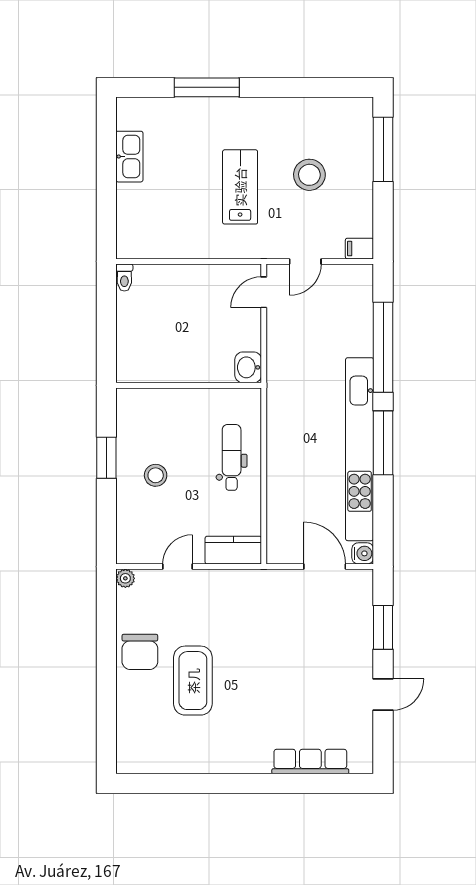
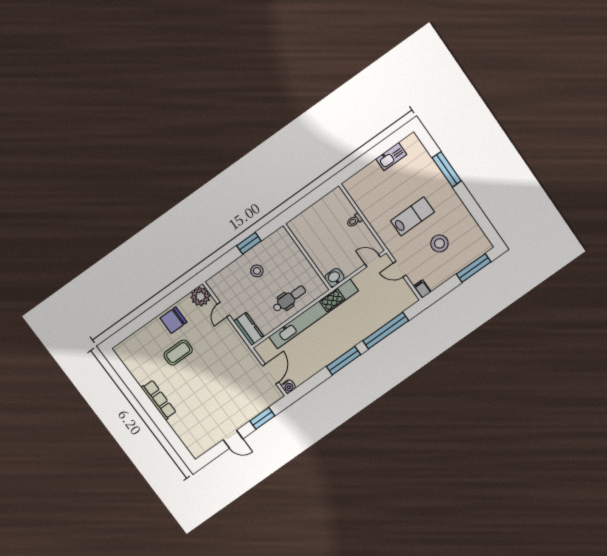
toilet: (124, 277) -> (354, 220), moved
kitchen unit: (360, 449) -> (314, 314), moved, turned 180
door: (178, 567) -> (223, 310), swing flipped
plant: (125, 578) -> (200, 297), width x1.88, depth x1.88
coffee table: (193, 681) -> (178, 353), width x0.73, depth x0.76
row of seats: (310, 762) -> (159, 400), moved

